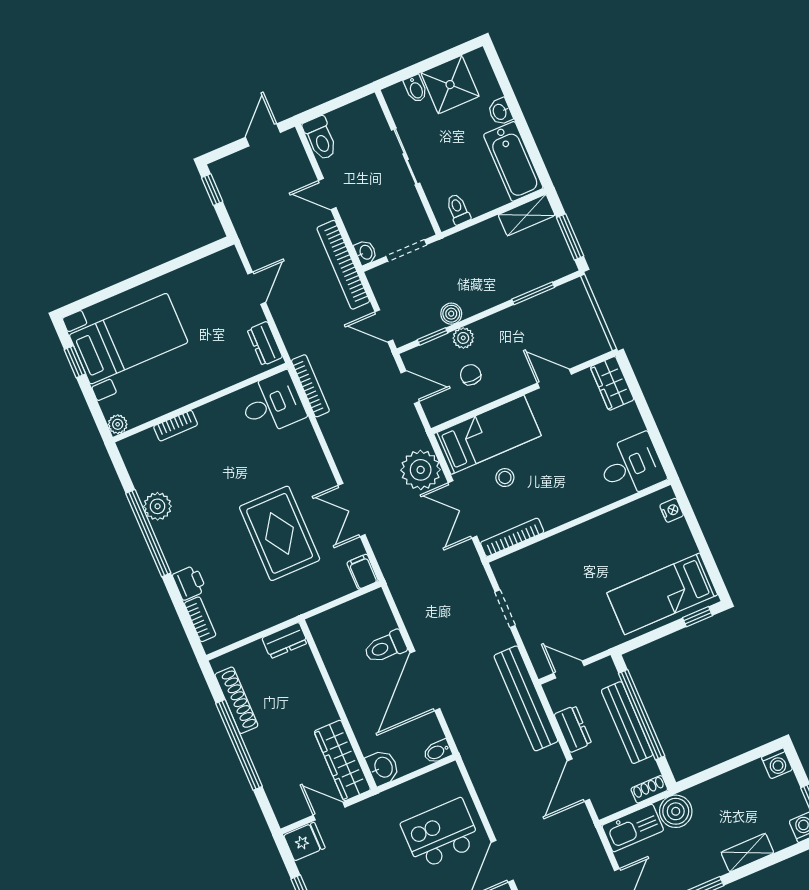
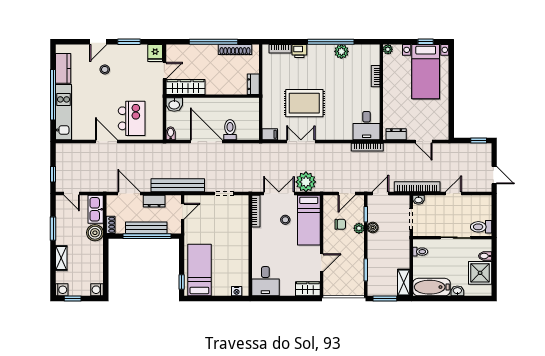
toilet: (320, 138) -> (481, 227), moved

